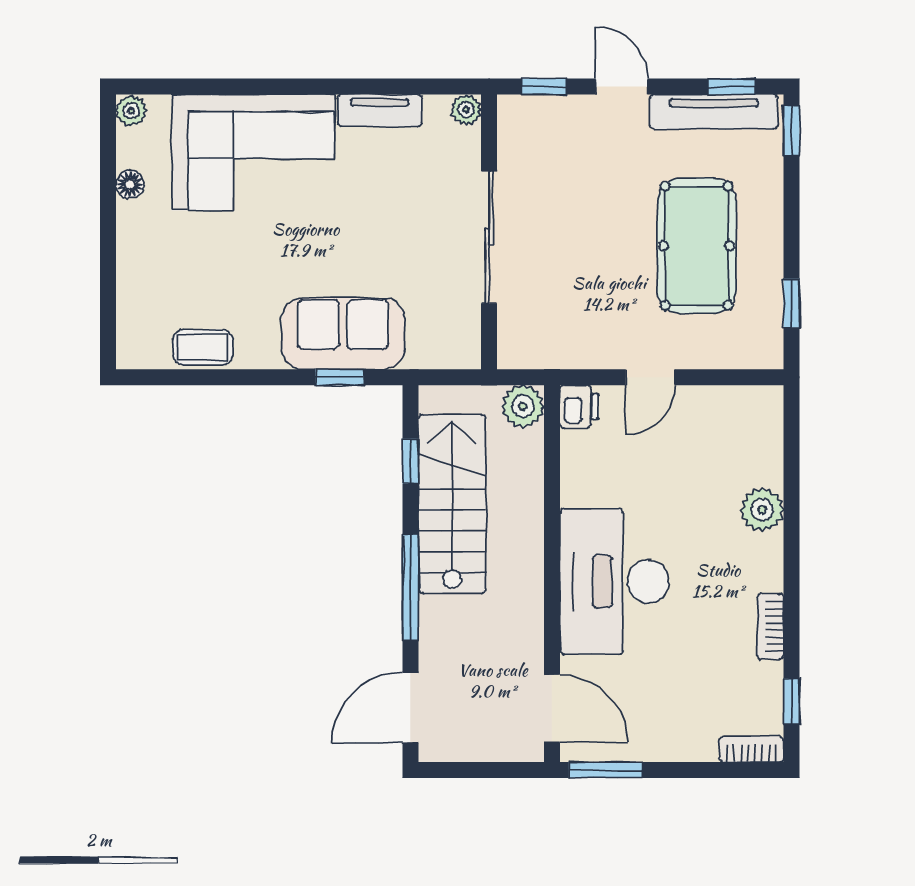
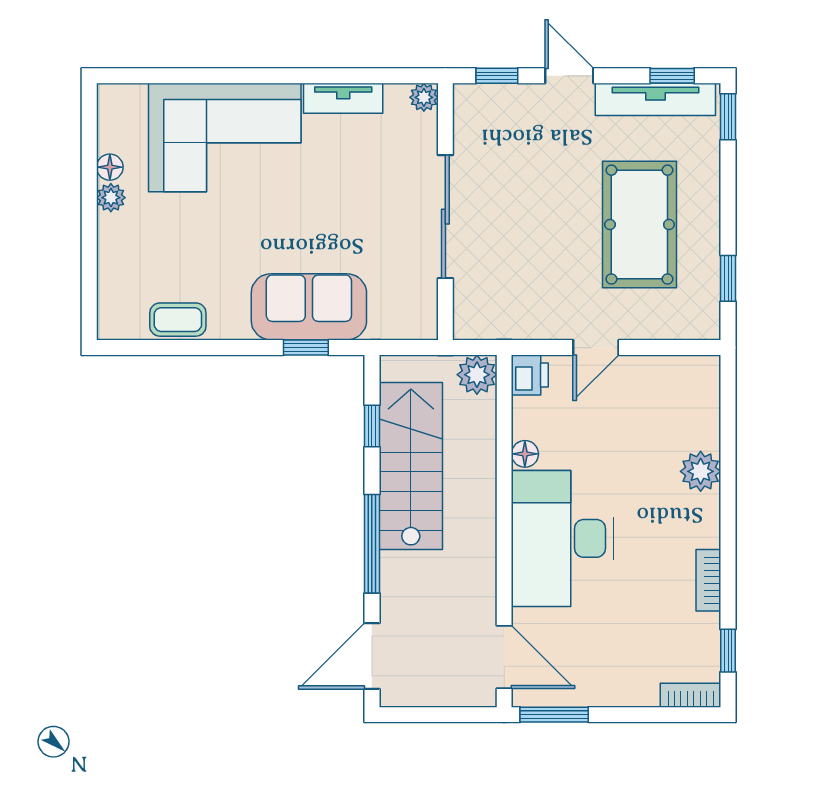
plant: (131, 111) -> (111, 198), moved
floor lamp: (574, 491) -> (525, 454), added

